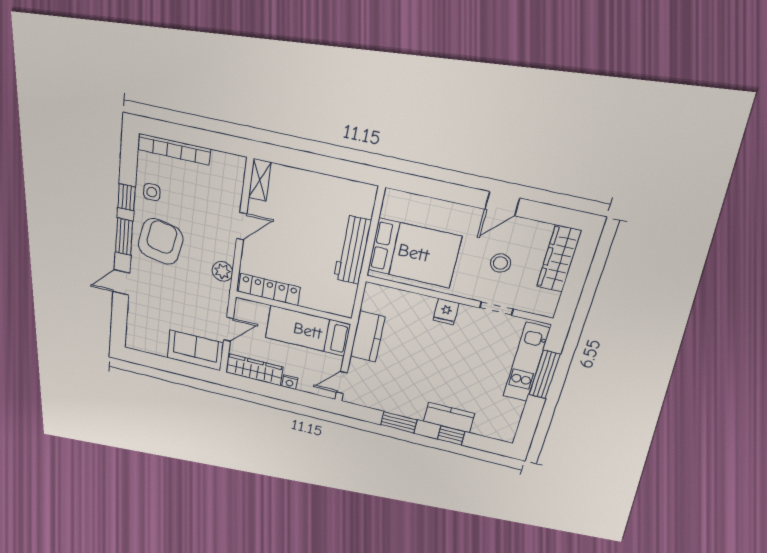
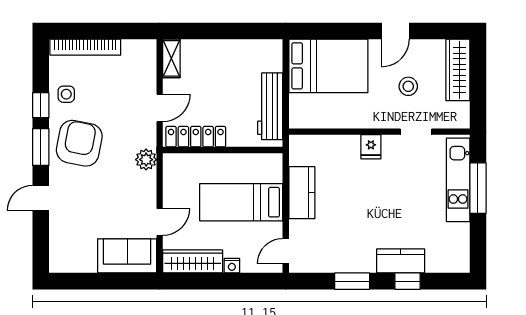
bed: (414, 253) -> (328, 66), moved
locker: (269, 290) -> (196, 137), moved
wall: (293, 308) -> (223, 150), moved

